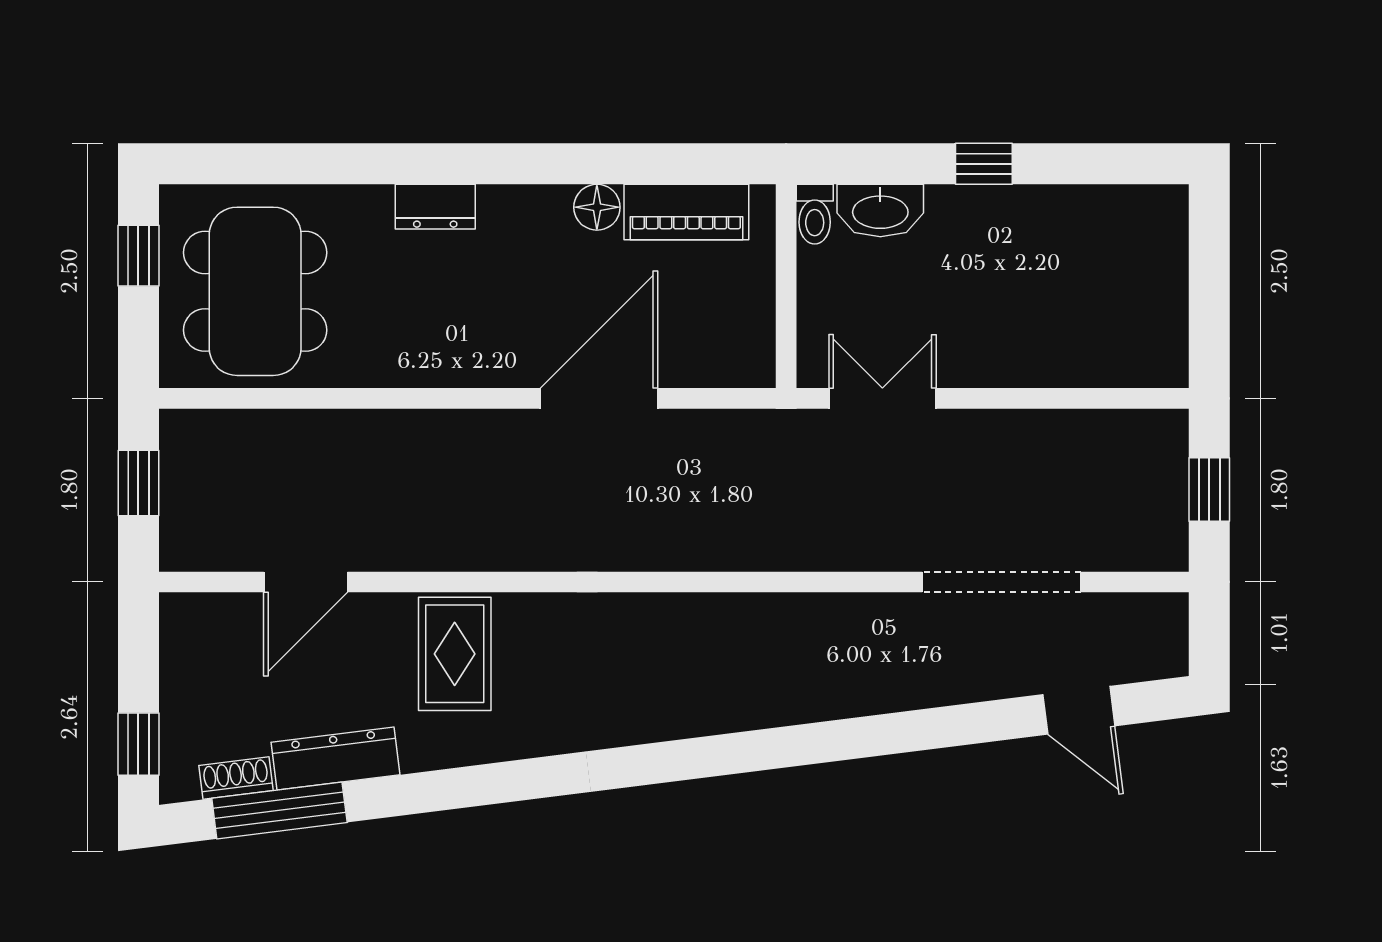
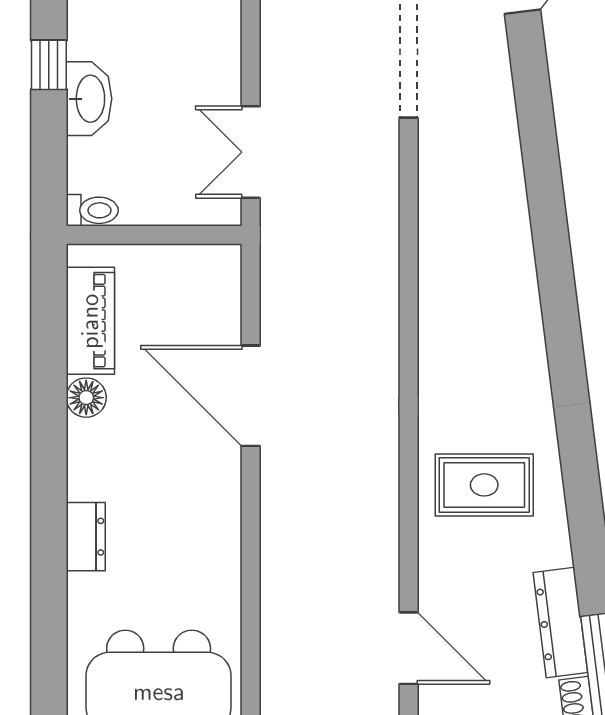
washbasin: (880, 211) -> (89, 99), moved
rug: (455, 654) -> (484, 485), moved

